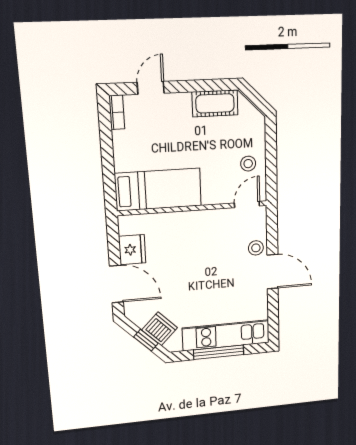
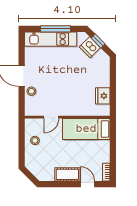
door: (151, 88) -> (87, 184), swing flipped
cot: (215, 103) -> (67, 174), moved
door: (247, 204) -> (51, 117), moved
door: (116, 284) -> (113, 76), removed

